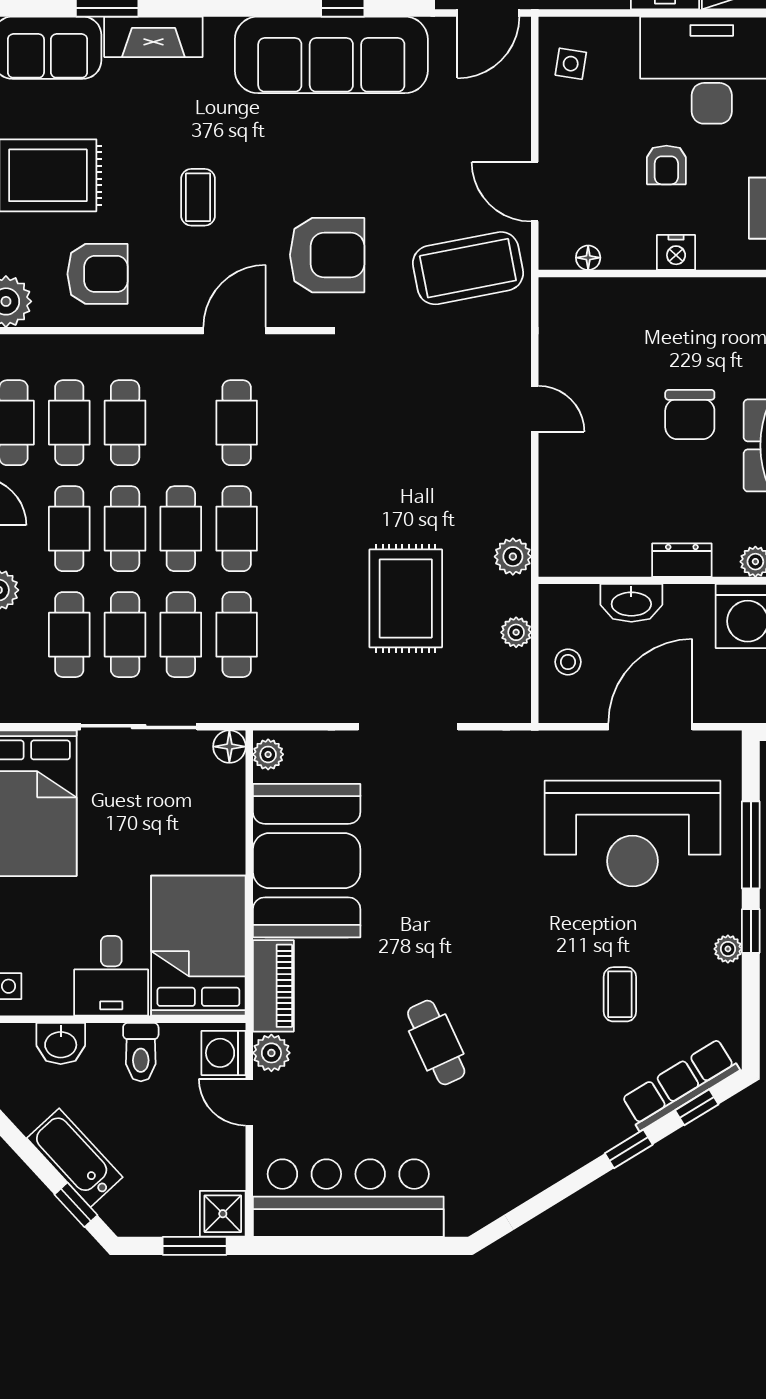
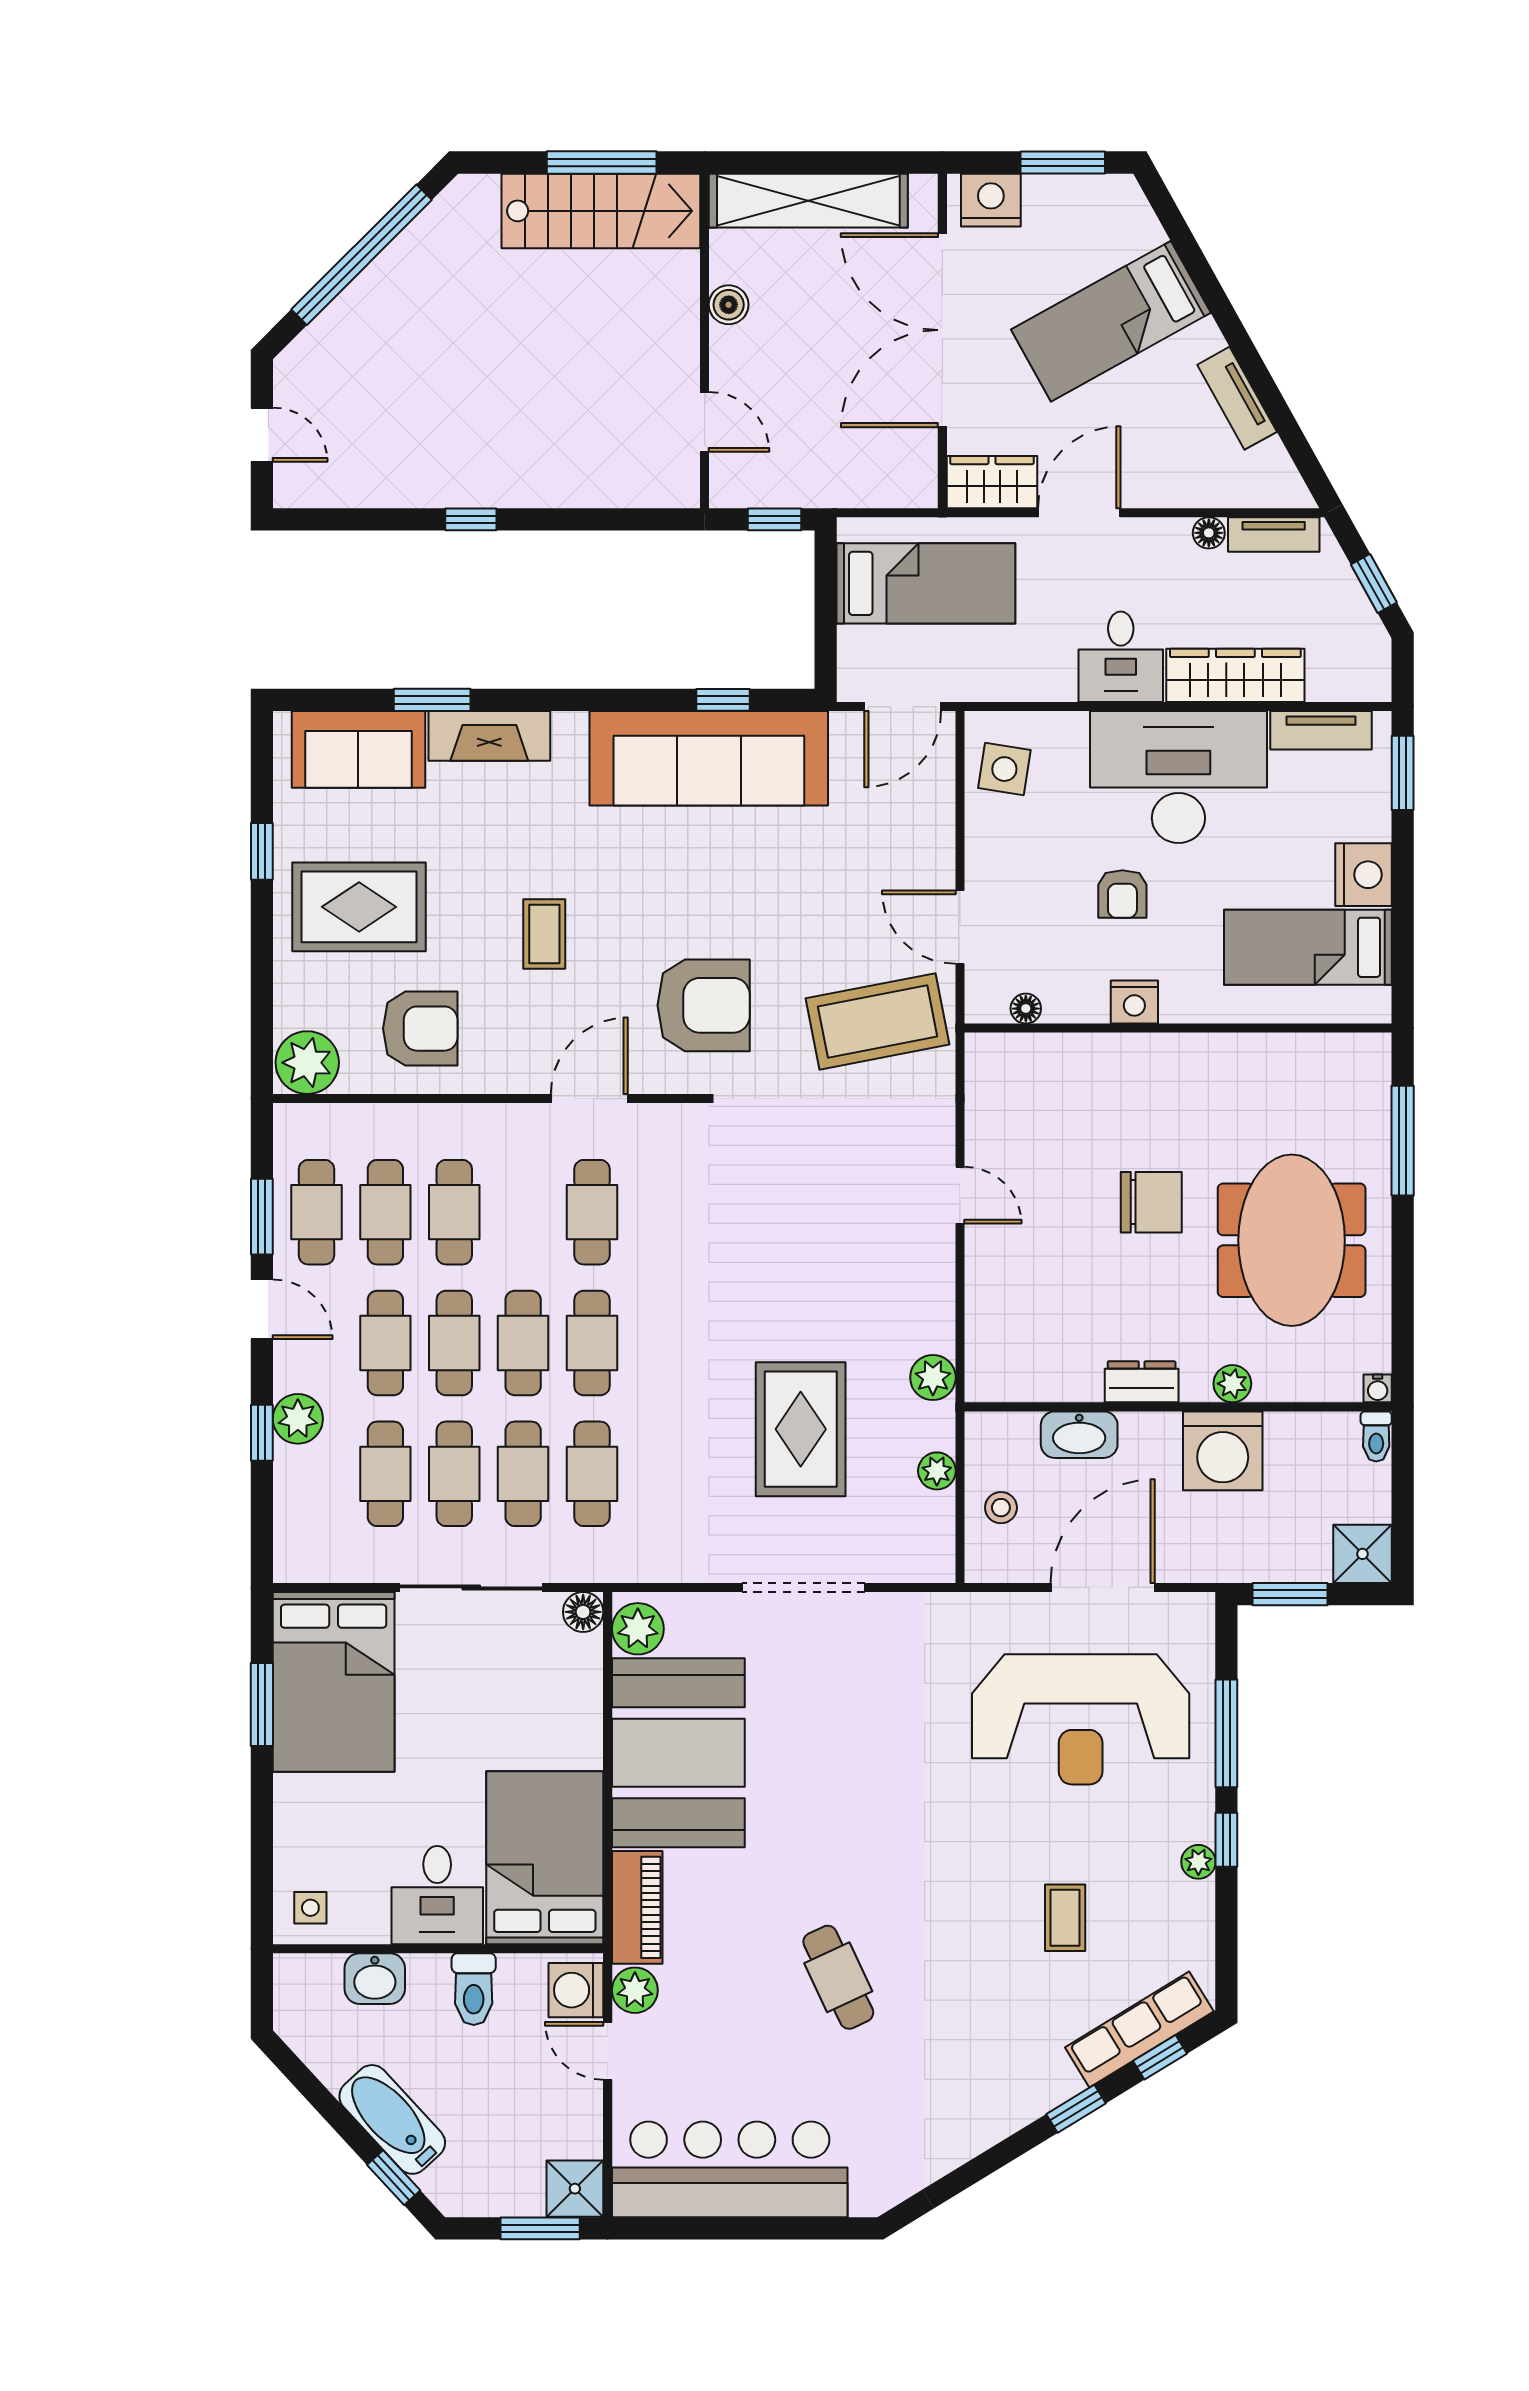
side table: (571, 64) -> (1004, 769), width x1.37, depth x1.37
chair: (690, 415) -> (1151, 1202), turned -90
plant: (268, 754) -> (638, 1629), width x1.38, depth x1.38

